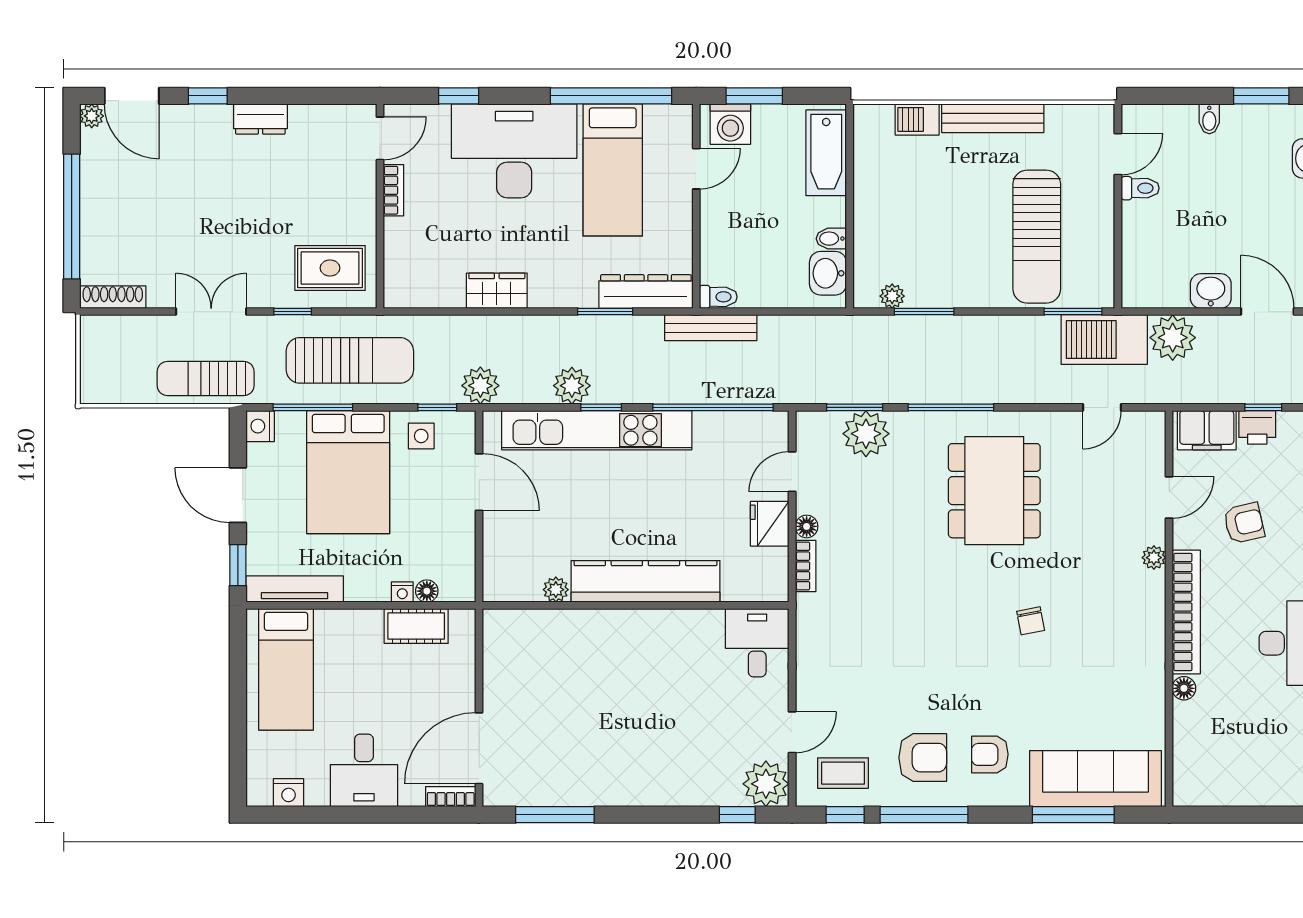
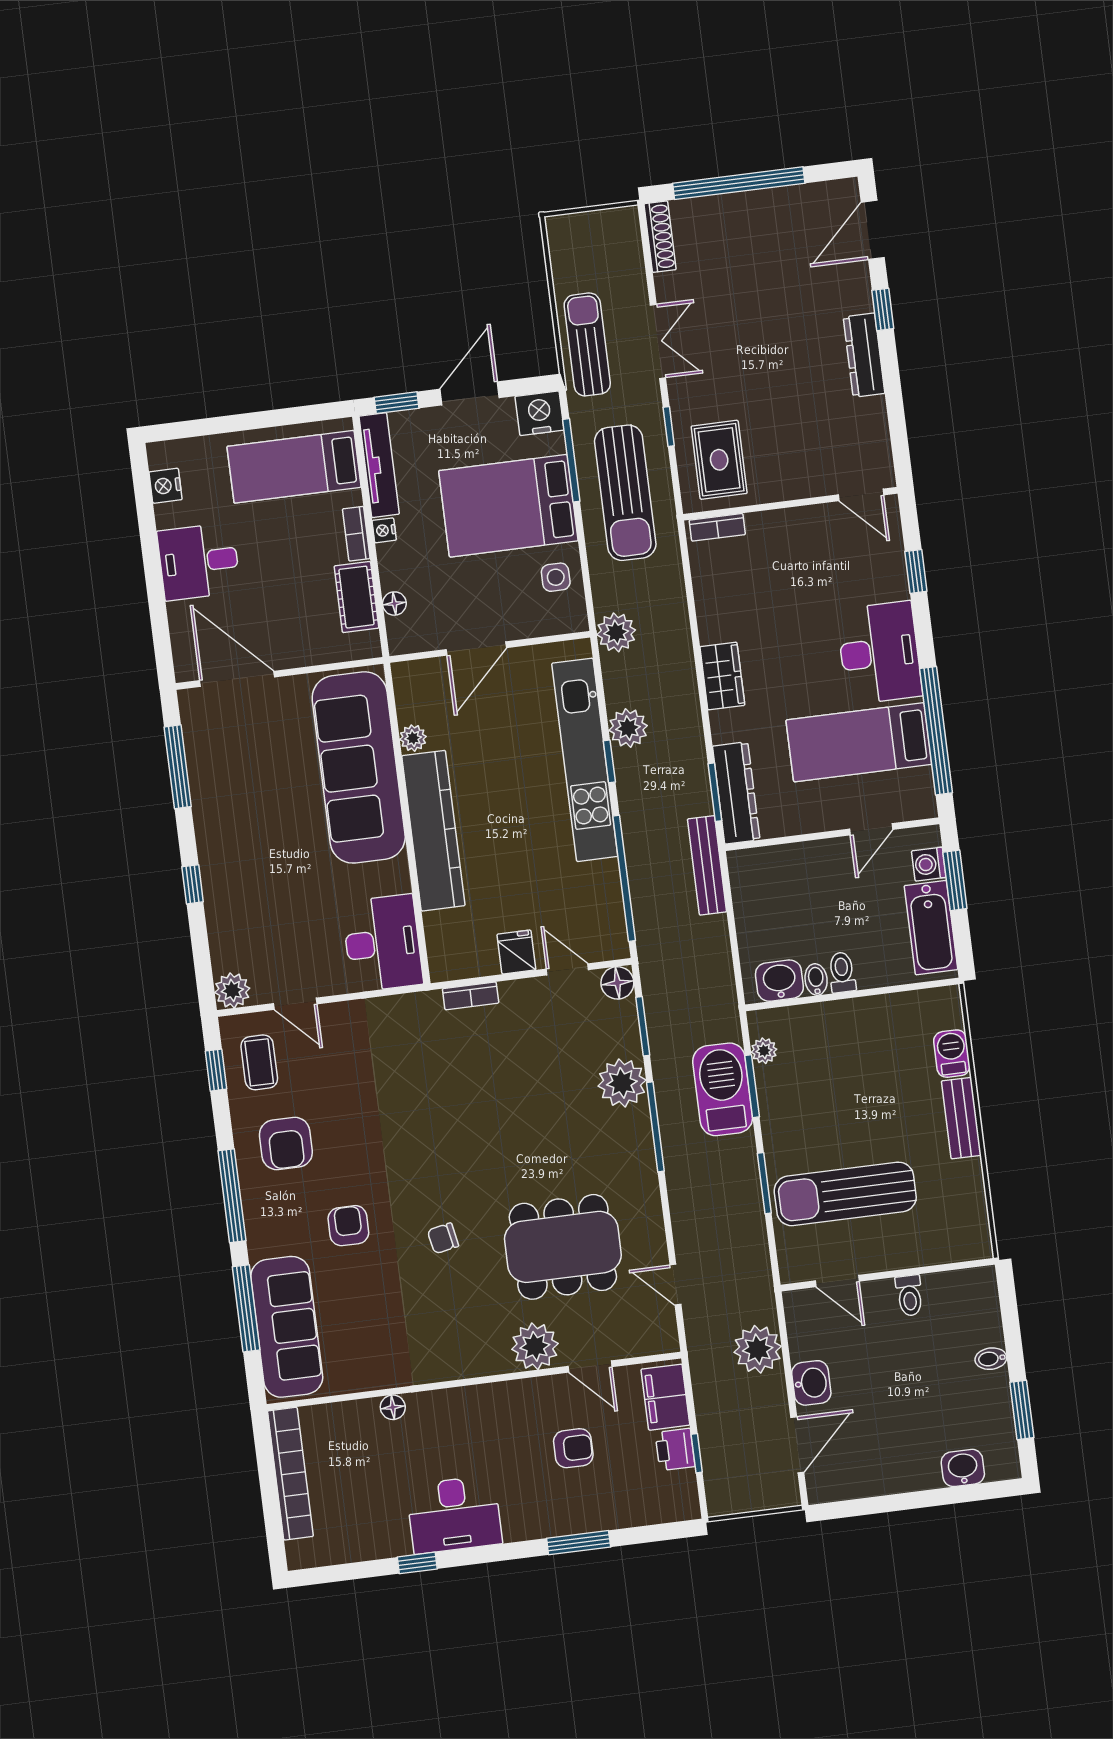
plant: (92, 116) -> (847, 191), removed
bench: (993, 118) -> (961, 1118), width x0.73
dresser: (260, 119) -> (864, 355), width x1.44
washing machine: (730, 124) -> (929, 864), width x0.73, depth x0.73
desk: (514, 151) -> (879, 653), width x0.73, depth x0.77
bathtub: (826, 153) -> (931, 928), moved, turned -90
door: (1118, 154) -> (837, 1281), moved
door: (696, 169) -> (871, 829), hinge flipped
bookcase: (393, 190) -> (717, 527), moved
wardrobe: (497, 291) -> (722, 676), moved
toilet: (718, 297) -> (842, 972), moved, turned 180
window: (605, 312) -> (715, 792), moved
window: (1073, 312) -> (764, 1183), moved
barbecue: (1104, 340) -> (723, 1089), moved
window: (437, 407) -> (588, 590), removed
nightstand: (260, 426) -> (540, 413), width x1.36, depth x1.33
plant: (866, 434) -> (622, 1083), moved
door: (479, 482) -> (476, 649), moved
dining table: (994, 491) -> (563, 1247), moved
armchair: (1244, 523) -> (573, 1448), turned -77
fridge: (770, 524) -> (516, 952), width x0.72
floor lamp: (807, 526) -> (617, 983), moved, width x1.37, depth x1.37
plant: (1154, 558) -> (535, 1346), width x1.87, depth x1.87
nightstand: (402, 592) -> (384, 530), moved
bookcase: (1186, 612) -> (290, 1474), moved, turned -90
desk: (757, 643) -> (382, 943), width x1.37
sofa: (577, 644) -> (359, 767), added
armchair: (990, 754) -> (348, 1226), moved
plant: (766, 784) -> (232, 990), width x0.73, depth x0.73
bookcase: (451, 797) -> (356, 534), moved, turned 180
window: (737, 815) -> (193, 884), moved
window: (924, 815) -> (232, 1196), moved

